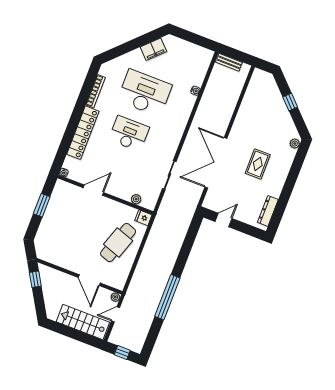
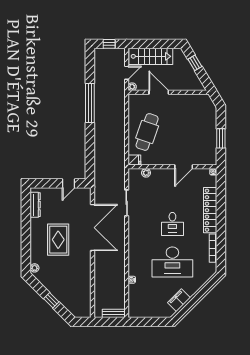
desk: (129, 134) -> (172, 224), width x0.73
rug: (258, 164) -> (58, 240), width x1.36, depth x1.43
window: (35, 279) -> (195, 63), moved

